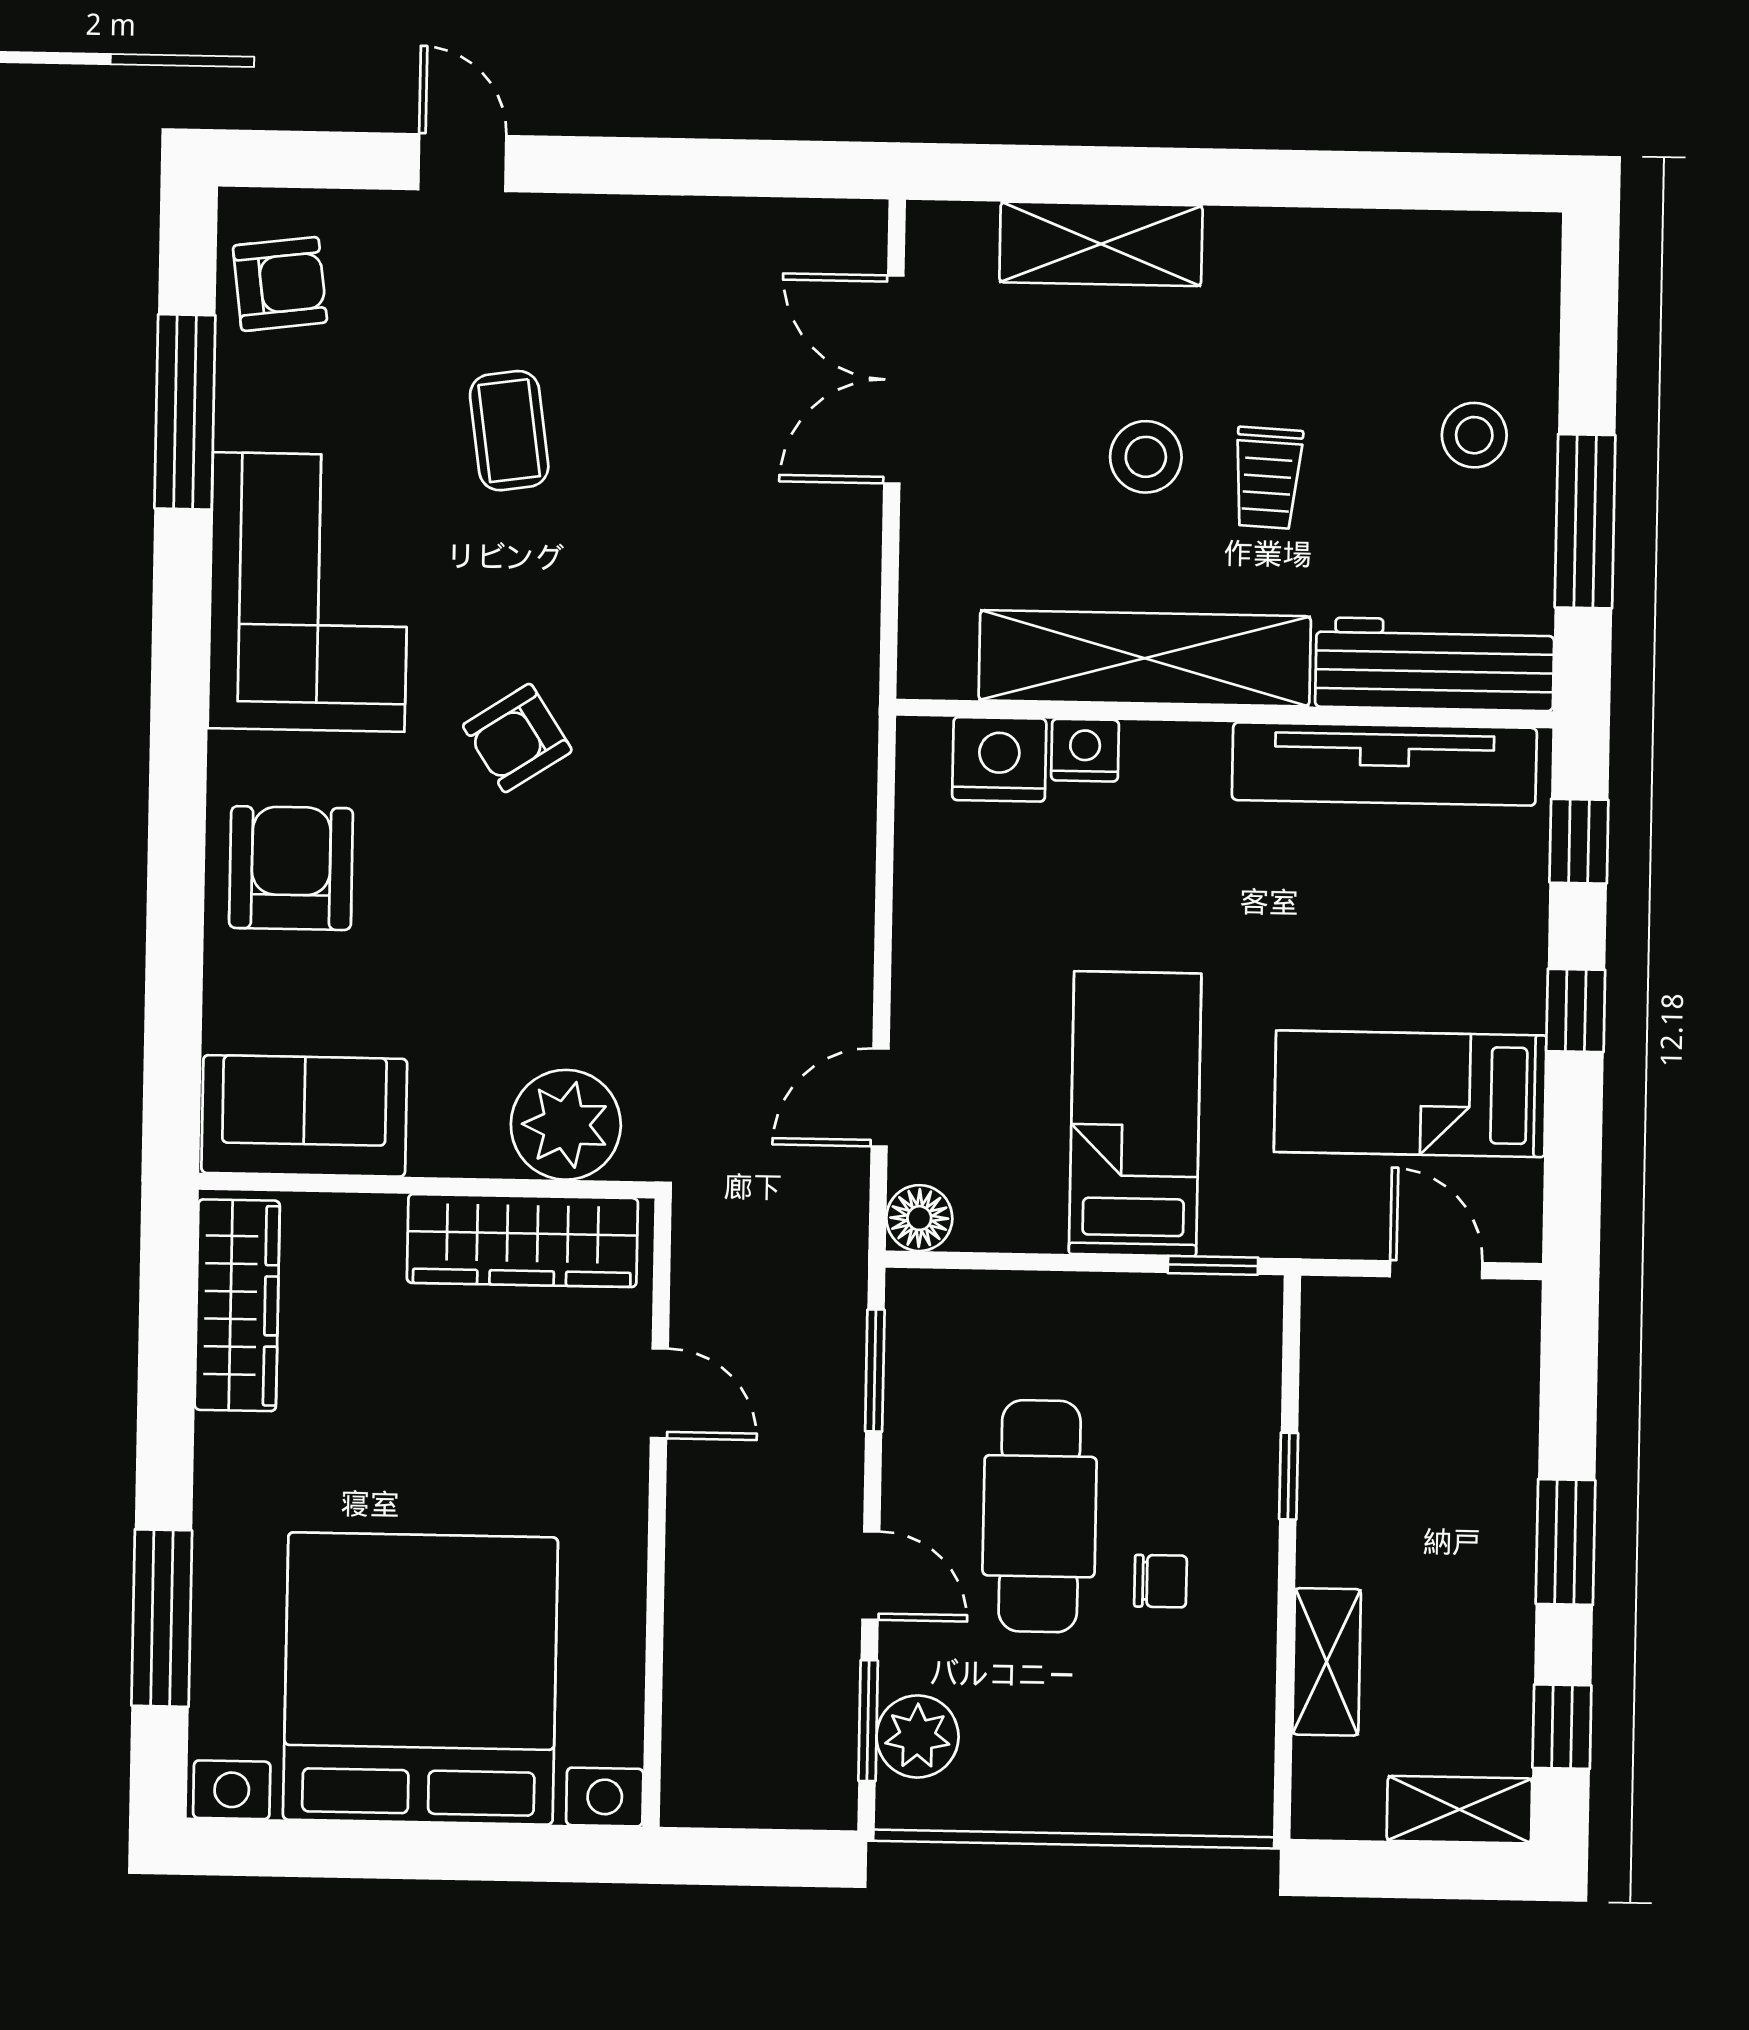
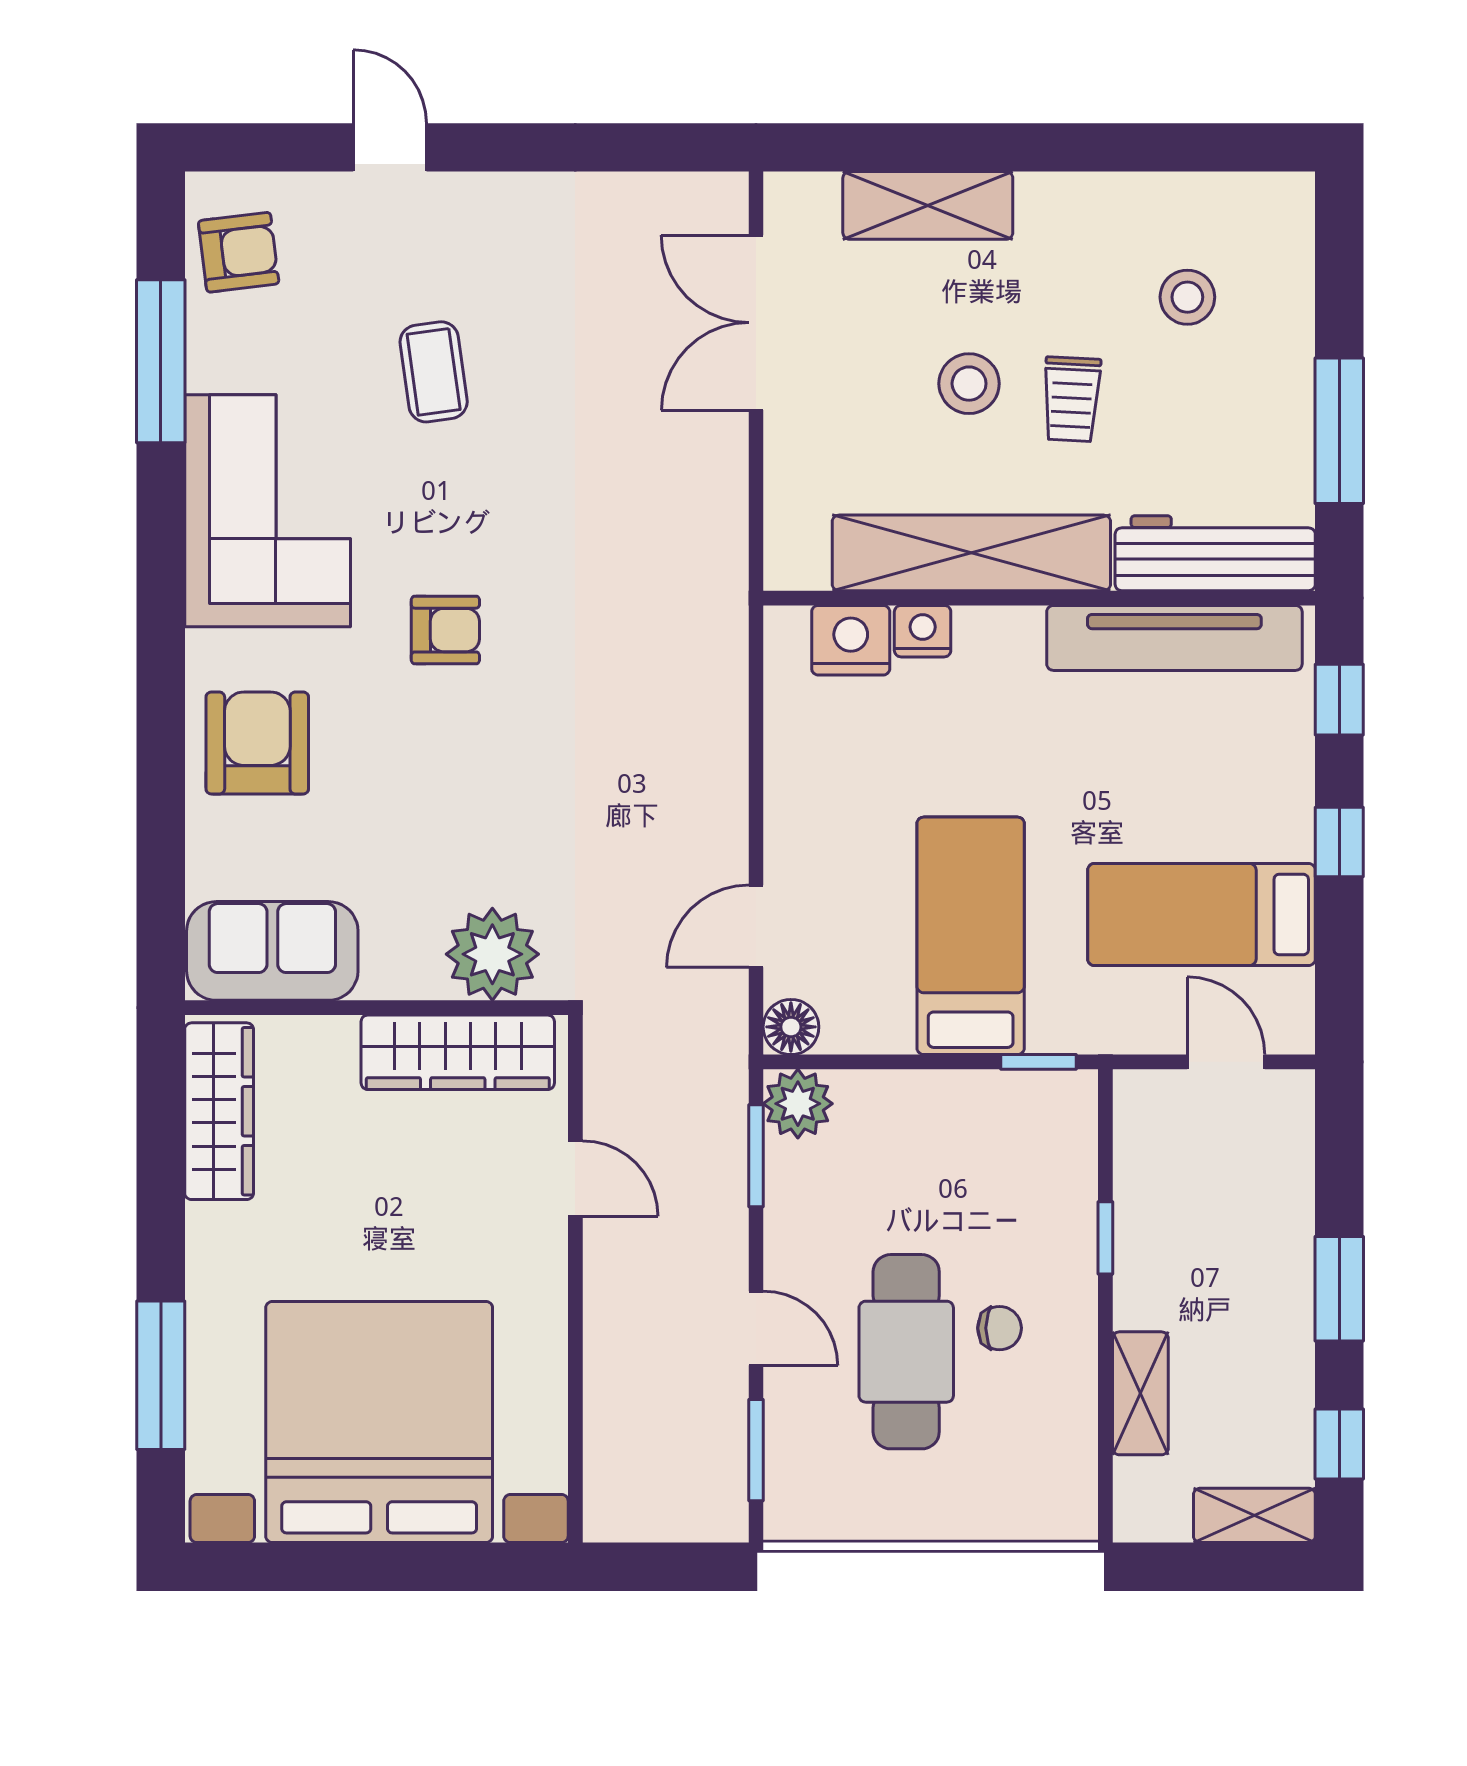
stool: (1474, 435) -> (1187, 297), moved
armchair: (517, 738) -> (445, 630), turned -147
cafe table: (1040, 1516) -> (906, 1352), moved
plant: (917, 1736) -> (798, 1104), moved

